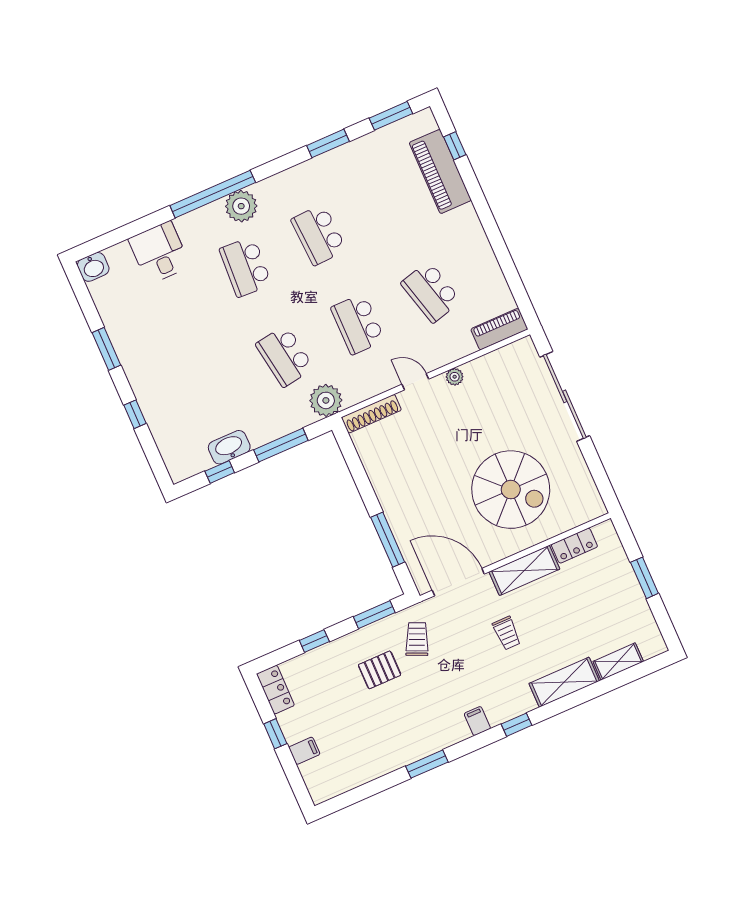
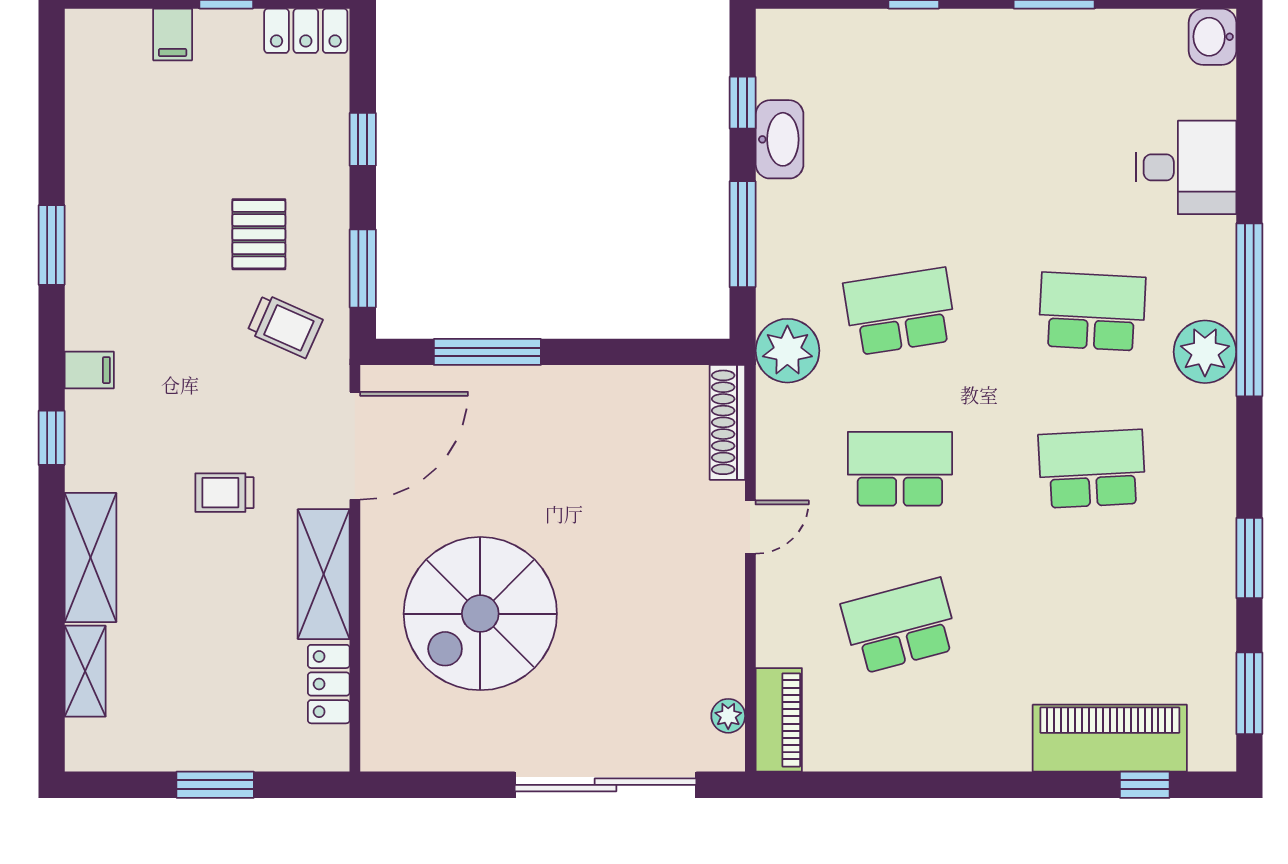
plant: (455, 377) -> (728, 716), moved

